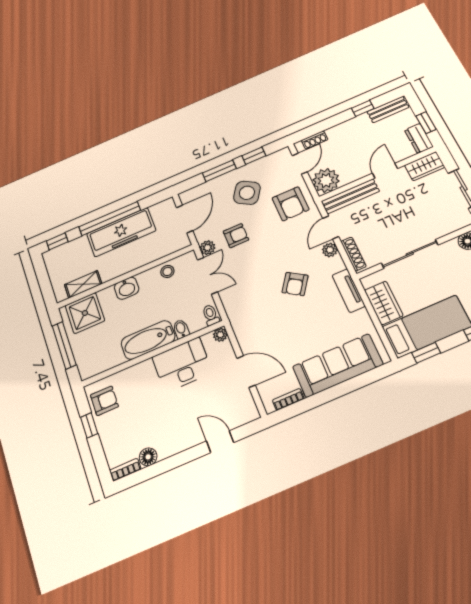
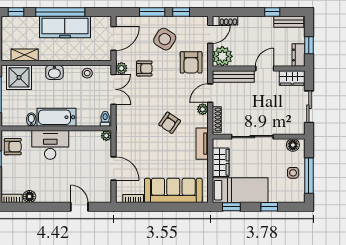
bidet: (181, 329) -> (31, 120), moved
desk: (182, 365) -> (50, 145), moved

